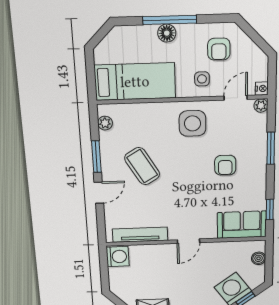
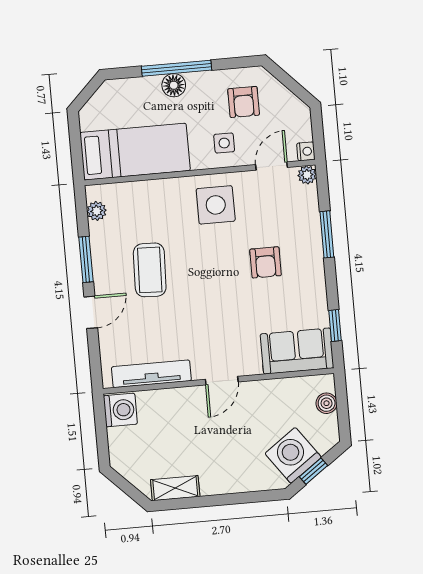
coffee table: (142, 166) -> (150, 270), turned 33

